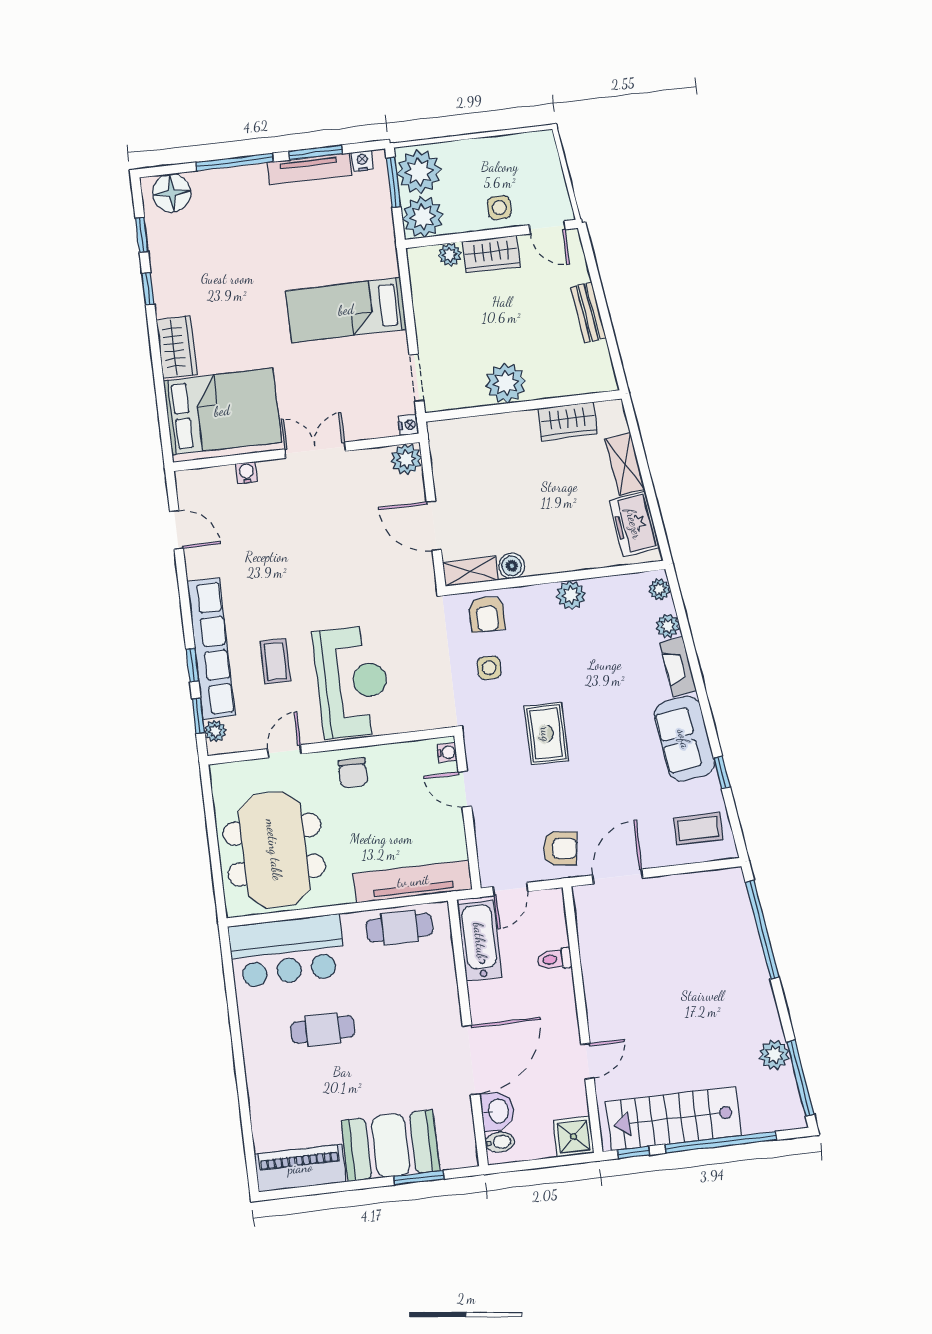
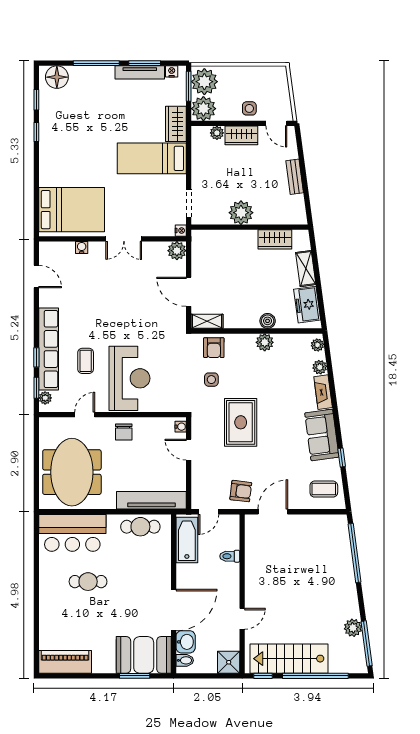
wardrobe: (177, 347) -> (176, 124), moved, turned 180
double door: (315, 450) -> (124, 239), swing flipped
boiler: (512, 566) -> (268, 321), moved
rug: (546, 734) -> (241, 422), width x1.36, depth x1.43
booth: (391, 1146) -> (144, 655), moved

